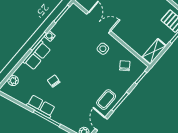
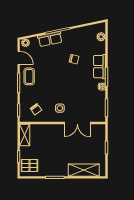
row of seats: (41, 106) -> (50, 39), moved

